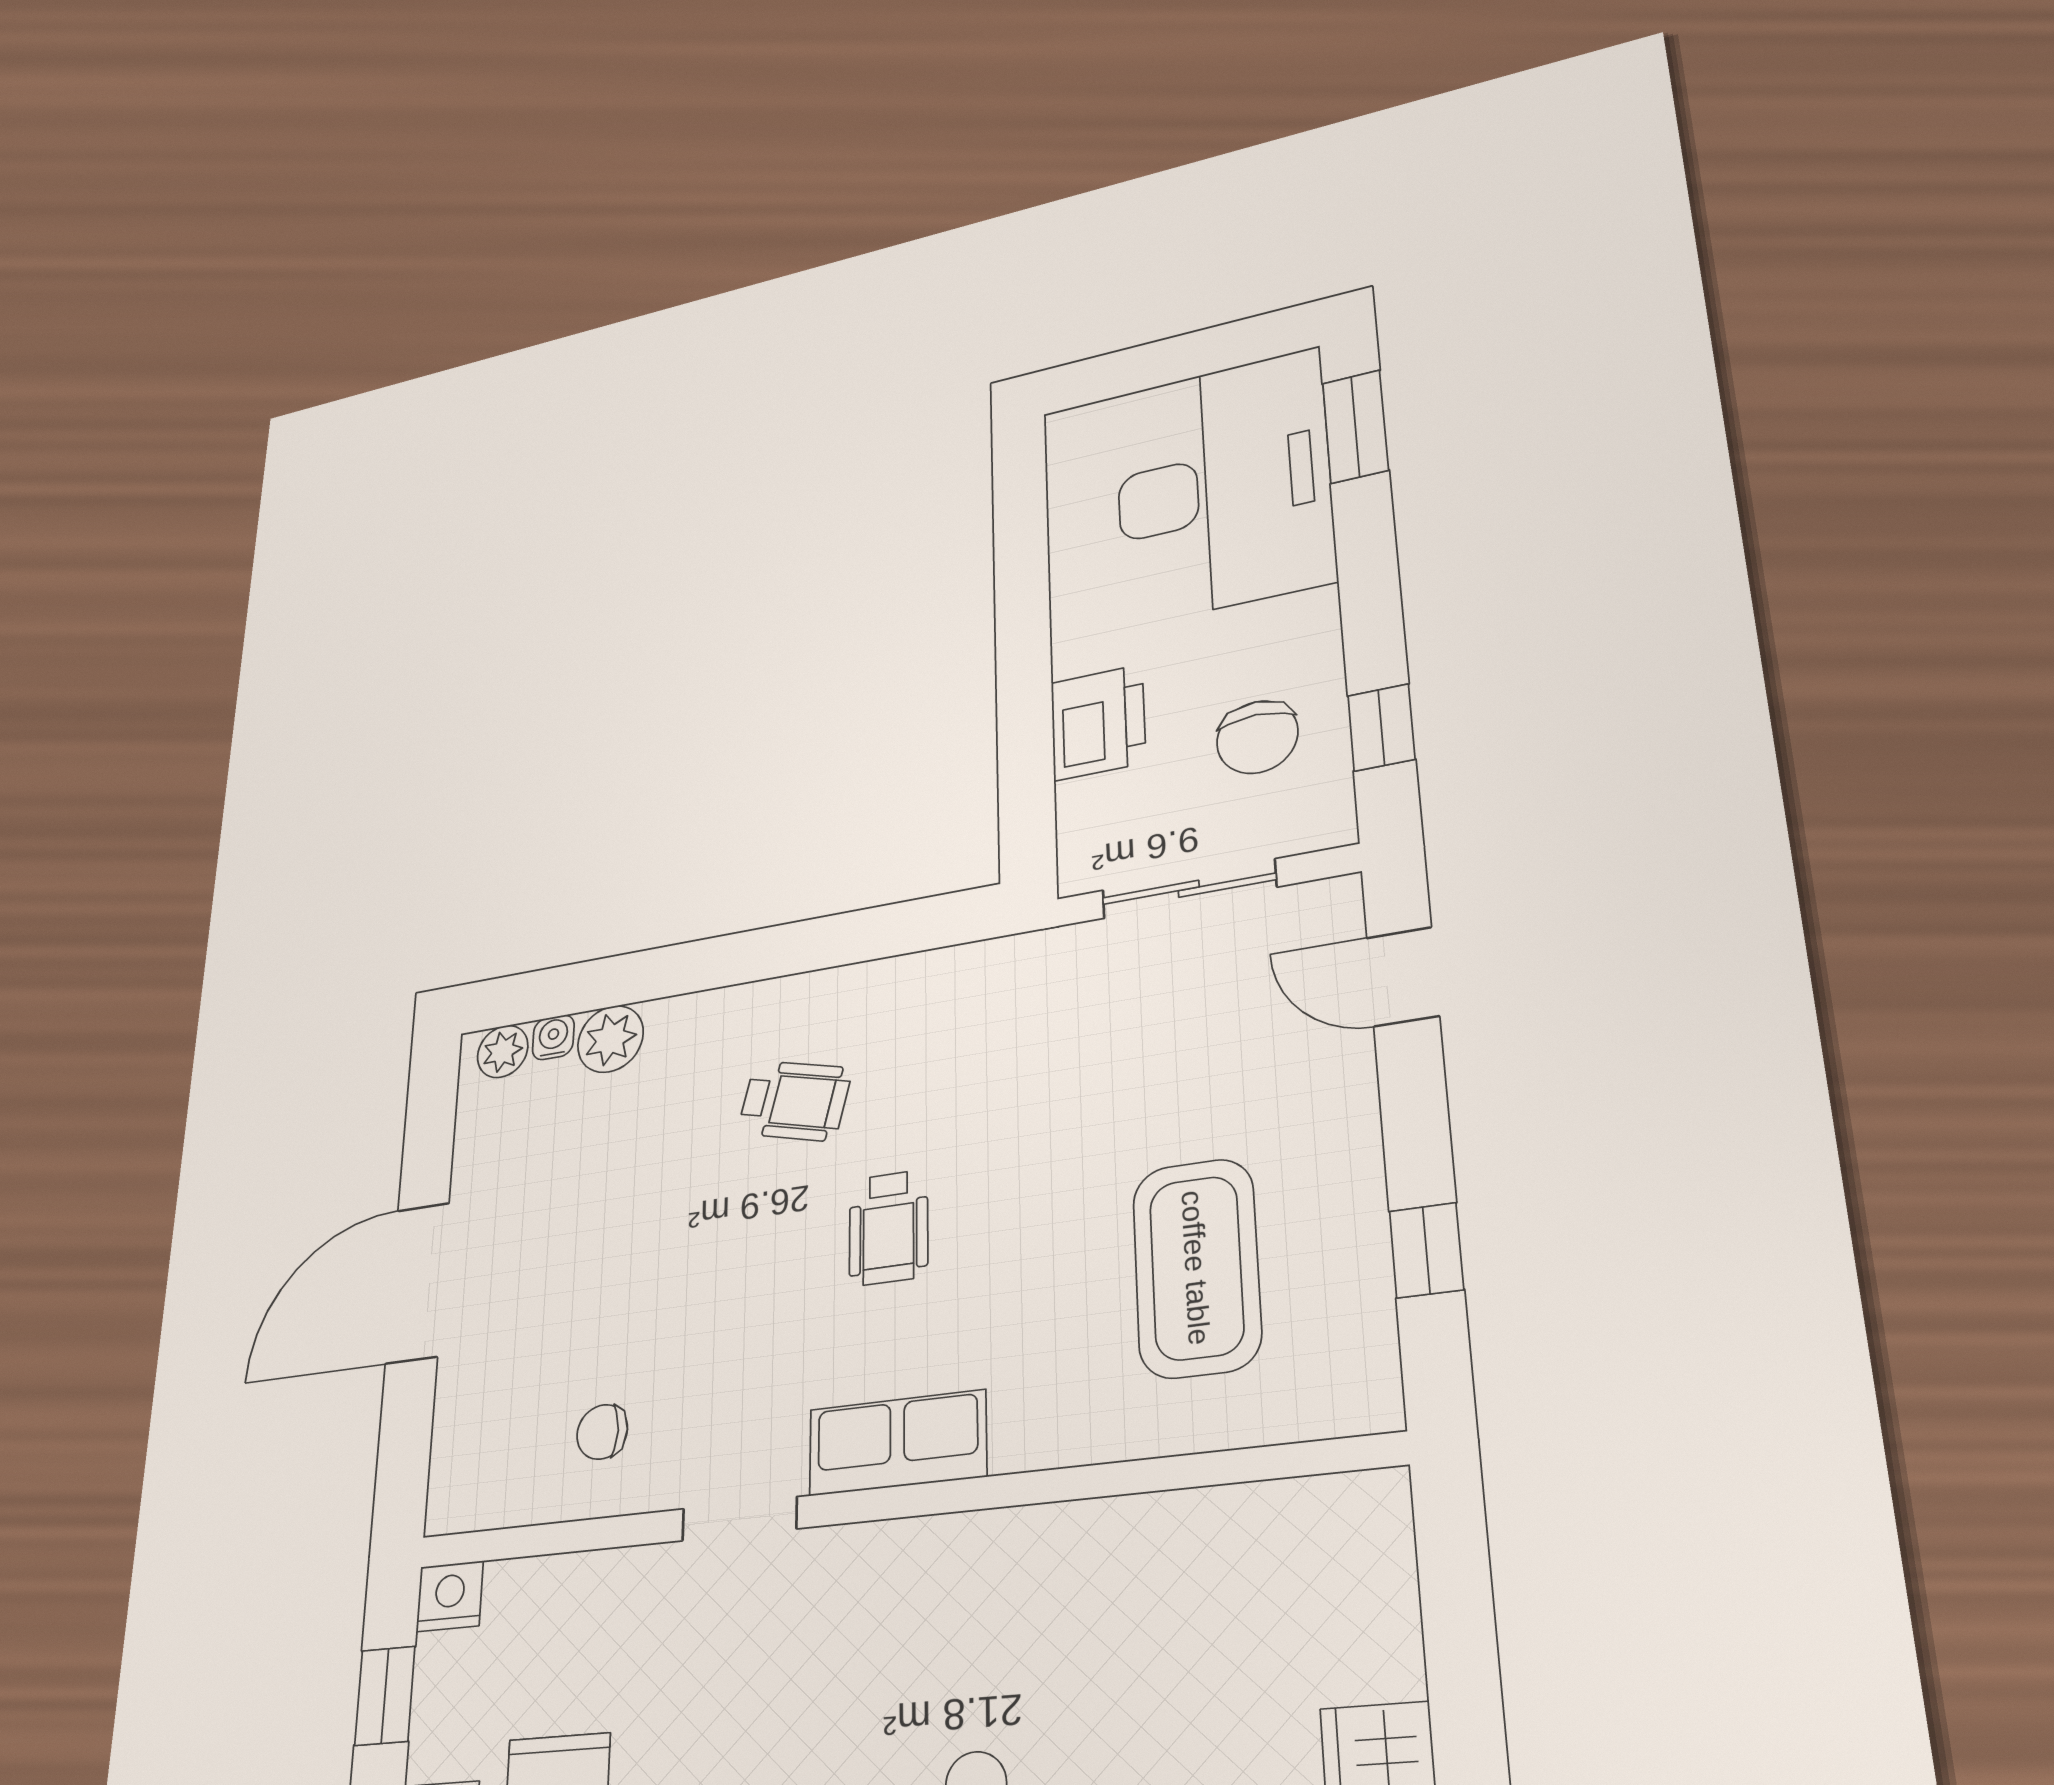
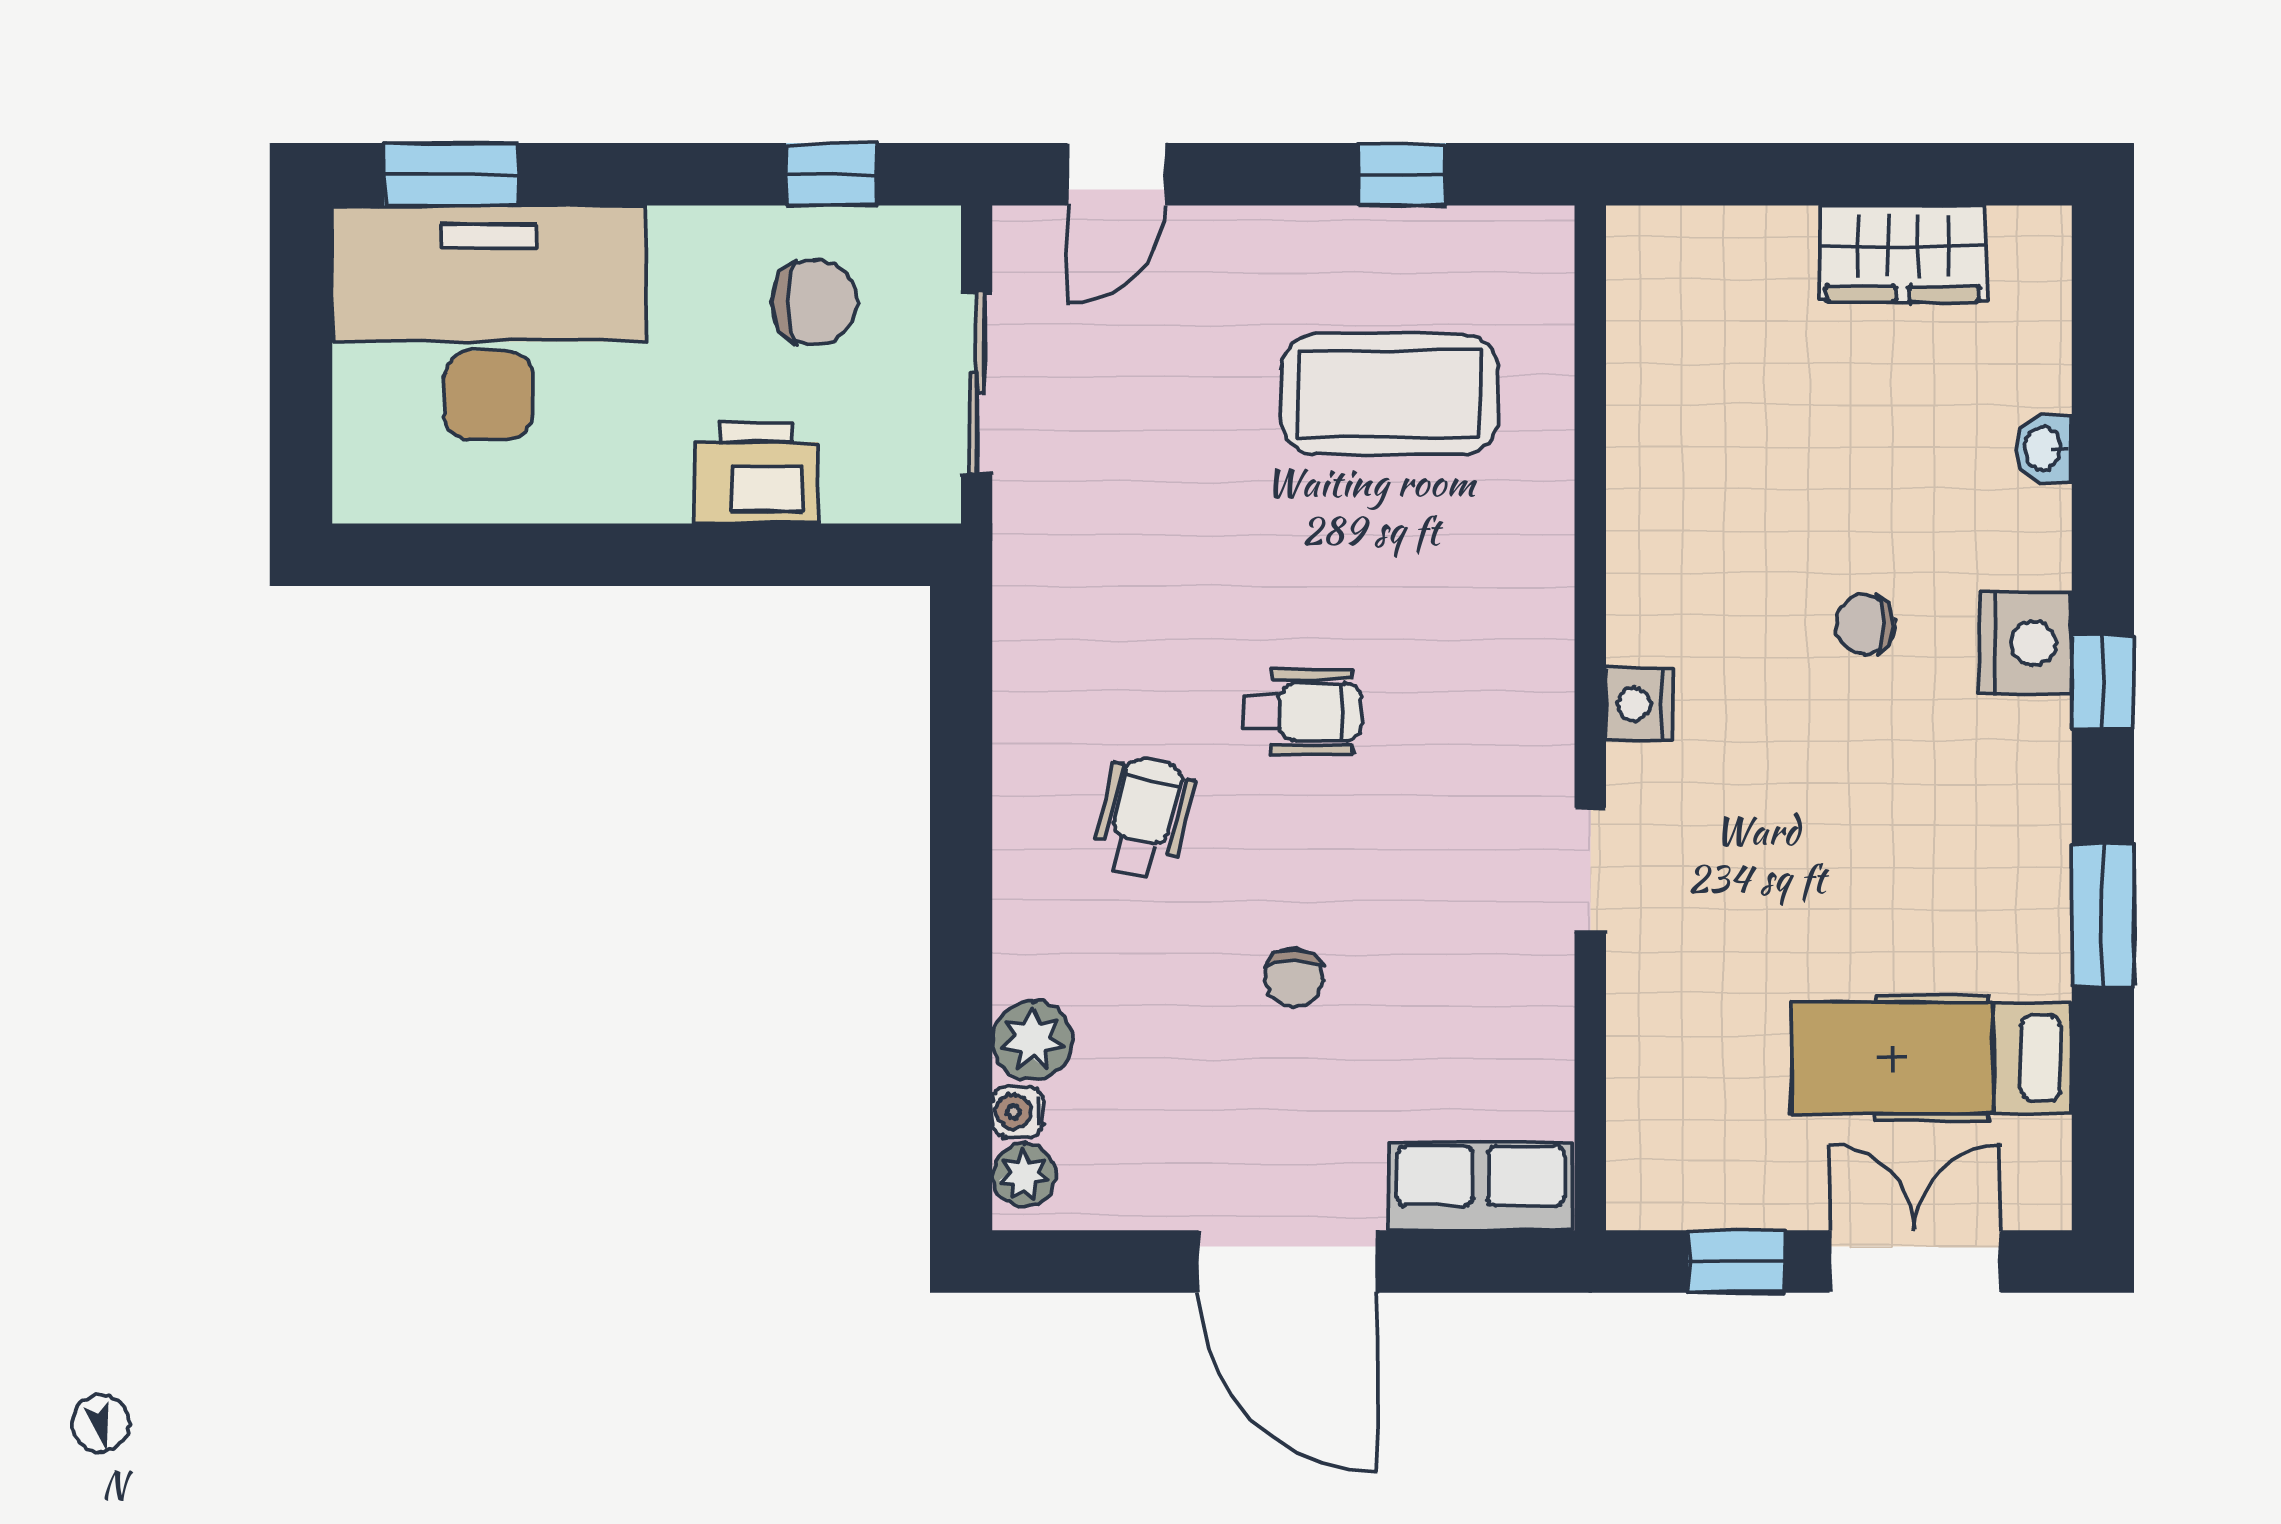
chair: (602, 1432) -> (1294, 978), moved
row of seats: (897, 1443) -> (1481, 1186), moved, turned 90
nightstand: (450, 1596) -> (1640, 704), moved

